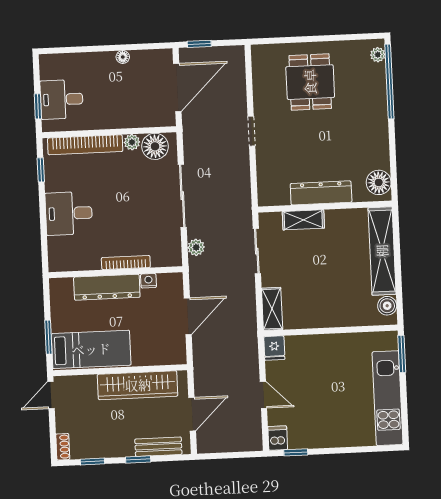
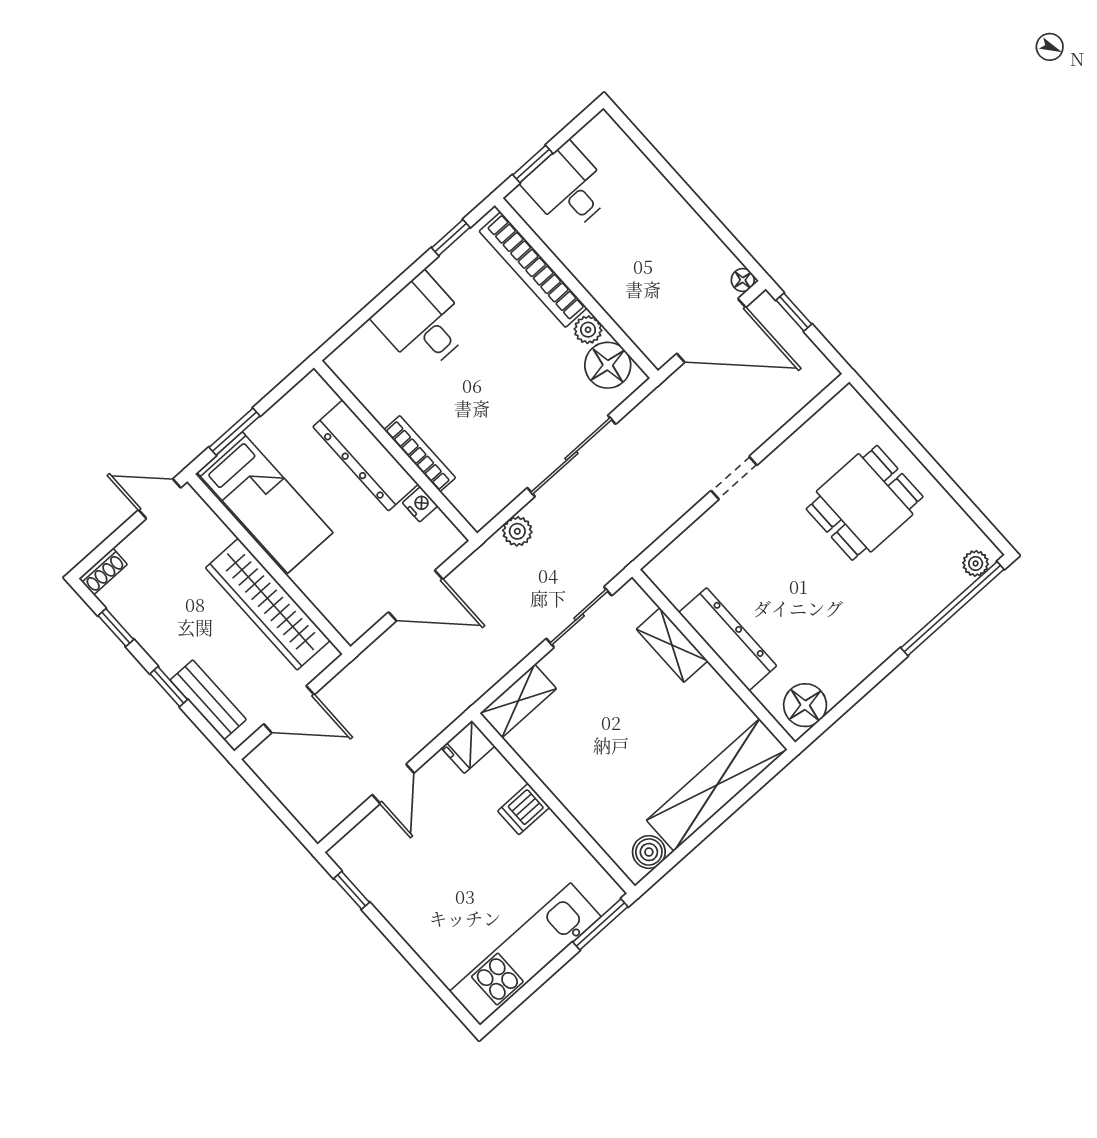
floor lamp: (123, 57) -> (743, 280), moved
dishwasher: (278, 438) -> (524, 809), moved, turned 180

